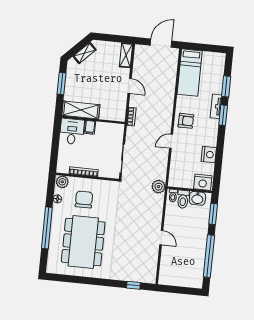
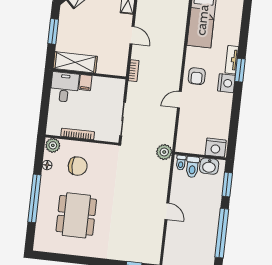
window: (226, 86) -> (244, 37), removed
armchair: (186, 121) -> (197, 76), turned 89
nightstand: (209, 155) -> (226, 83), moved
chair: (84, 199) -> (78, 166), turned 90
dining table: (83, 242) -> (76, 215), width x0.73, depth x0.80

